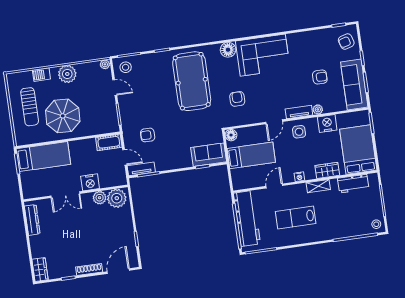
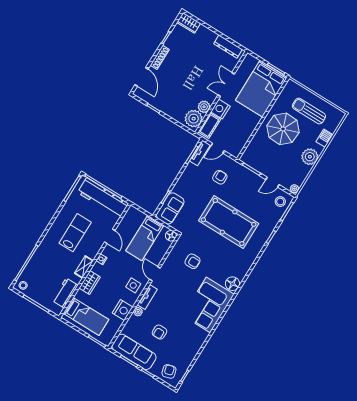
pool table: (192, 81) -> (229, 222), moved
cot: (109, 142) -> (209, 126), moved
bed: (358, 150) -> (86, 316), width x0.67
bed: (43, 157) -> (261, 89), width x1.50

